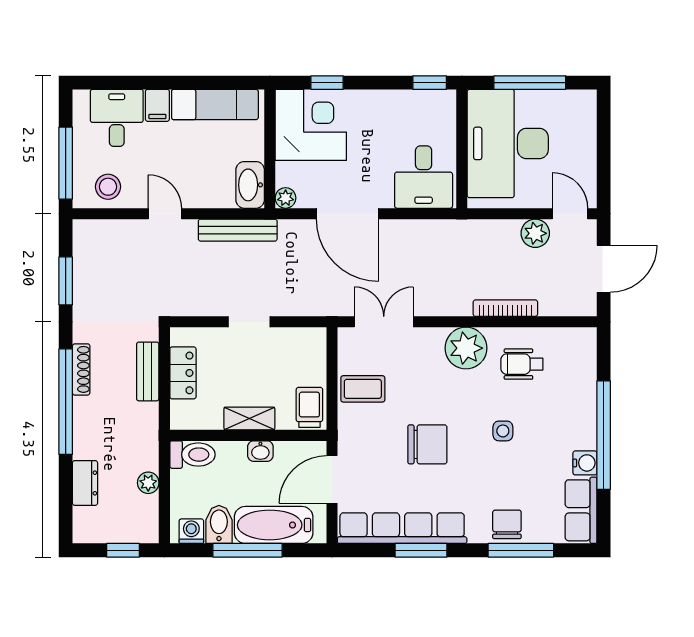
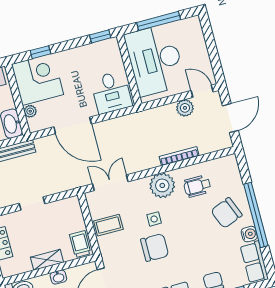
plant: (286, 198) -> (30, 111), moved
chair: (557, 419) -> (227, 213), added
side table: (503, 431) -> (154, 219), moved

